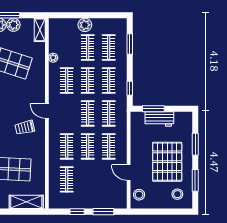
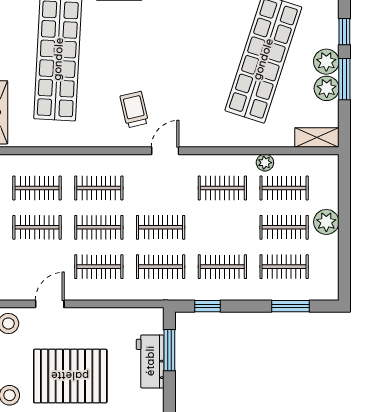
clothes rail: (88, 80) -> (284, 188), moved
clothes rail: (88, 179) -> (37, 227), added

